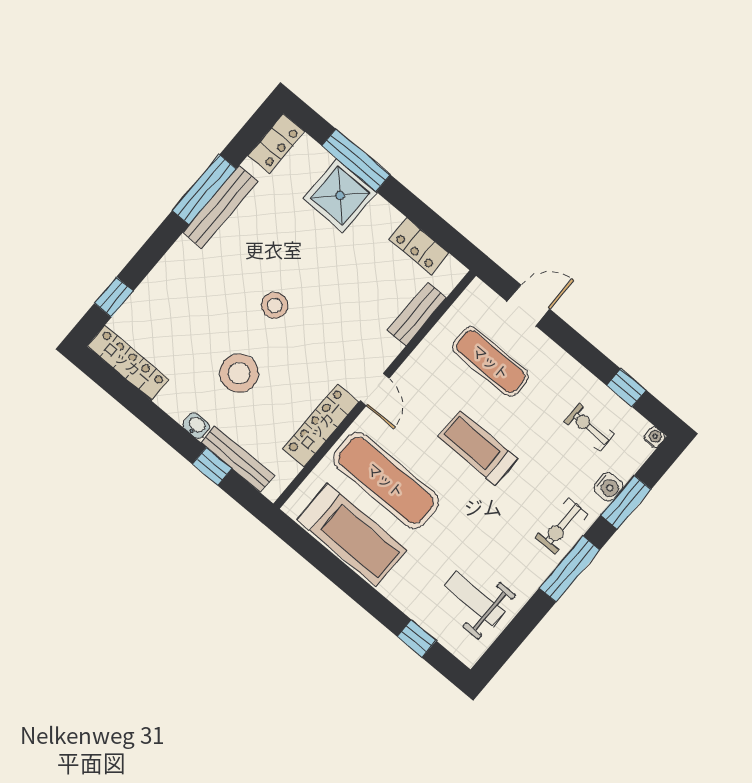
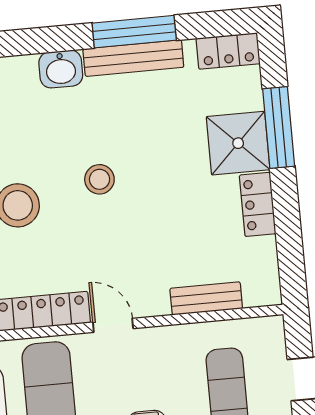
locker: (419, 246) -> (258, 204), moved
washbasin: (181, 260) -> (61, 69), added
door: (375, 390) -> (113, 325), swing flipped

